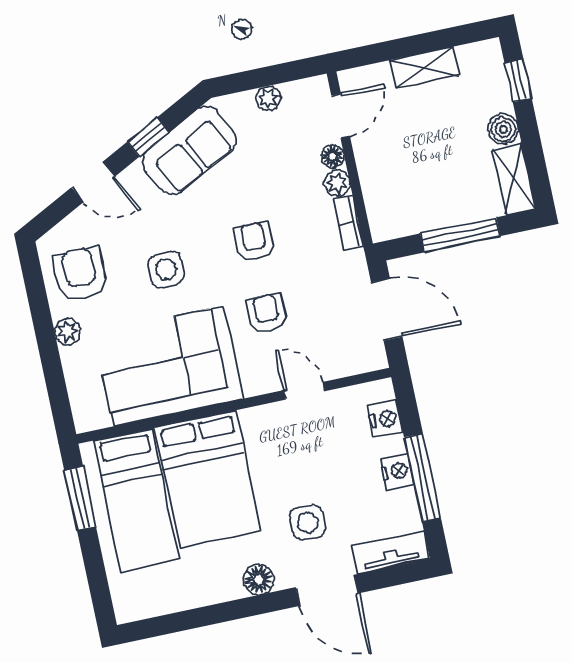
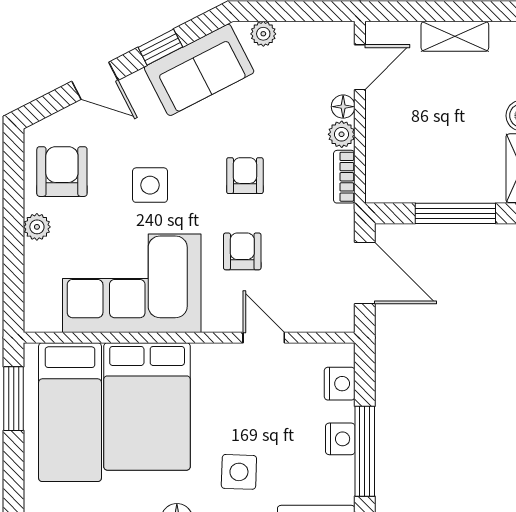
plant: (268, 98) -> (263, 34), moved

